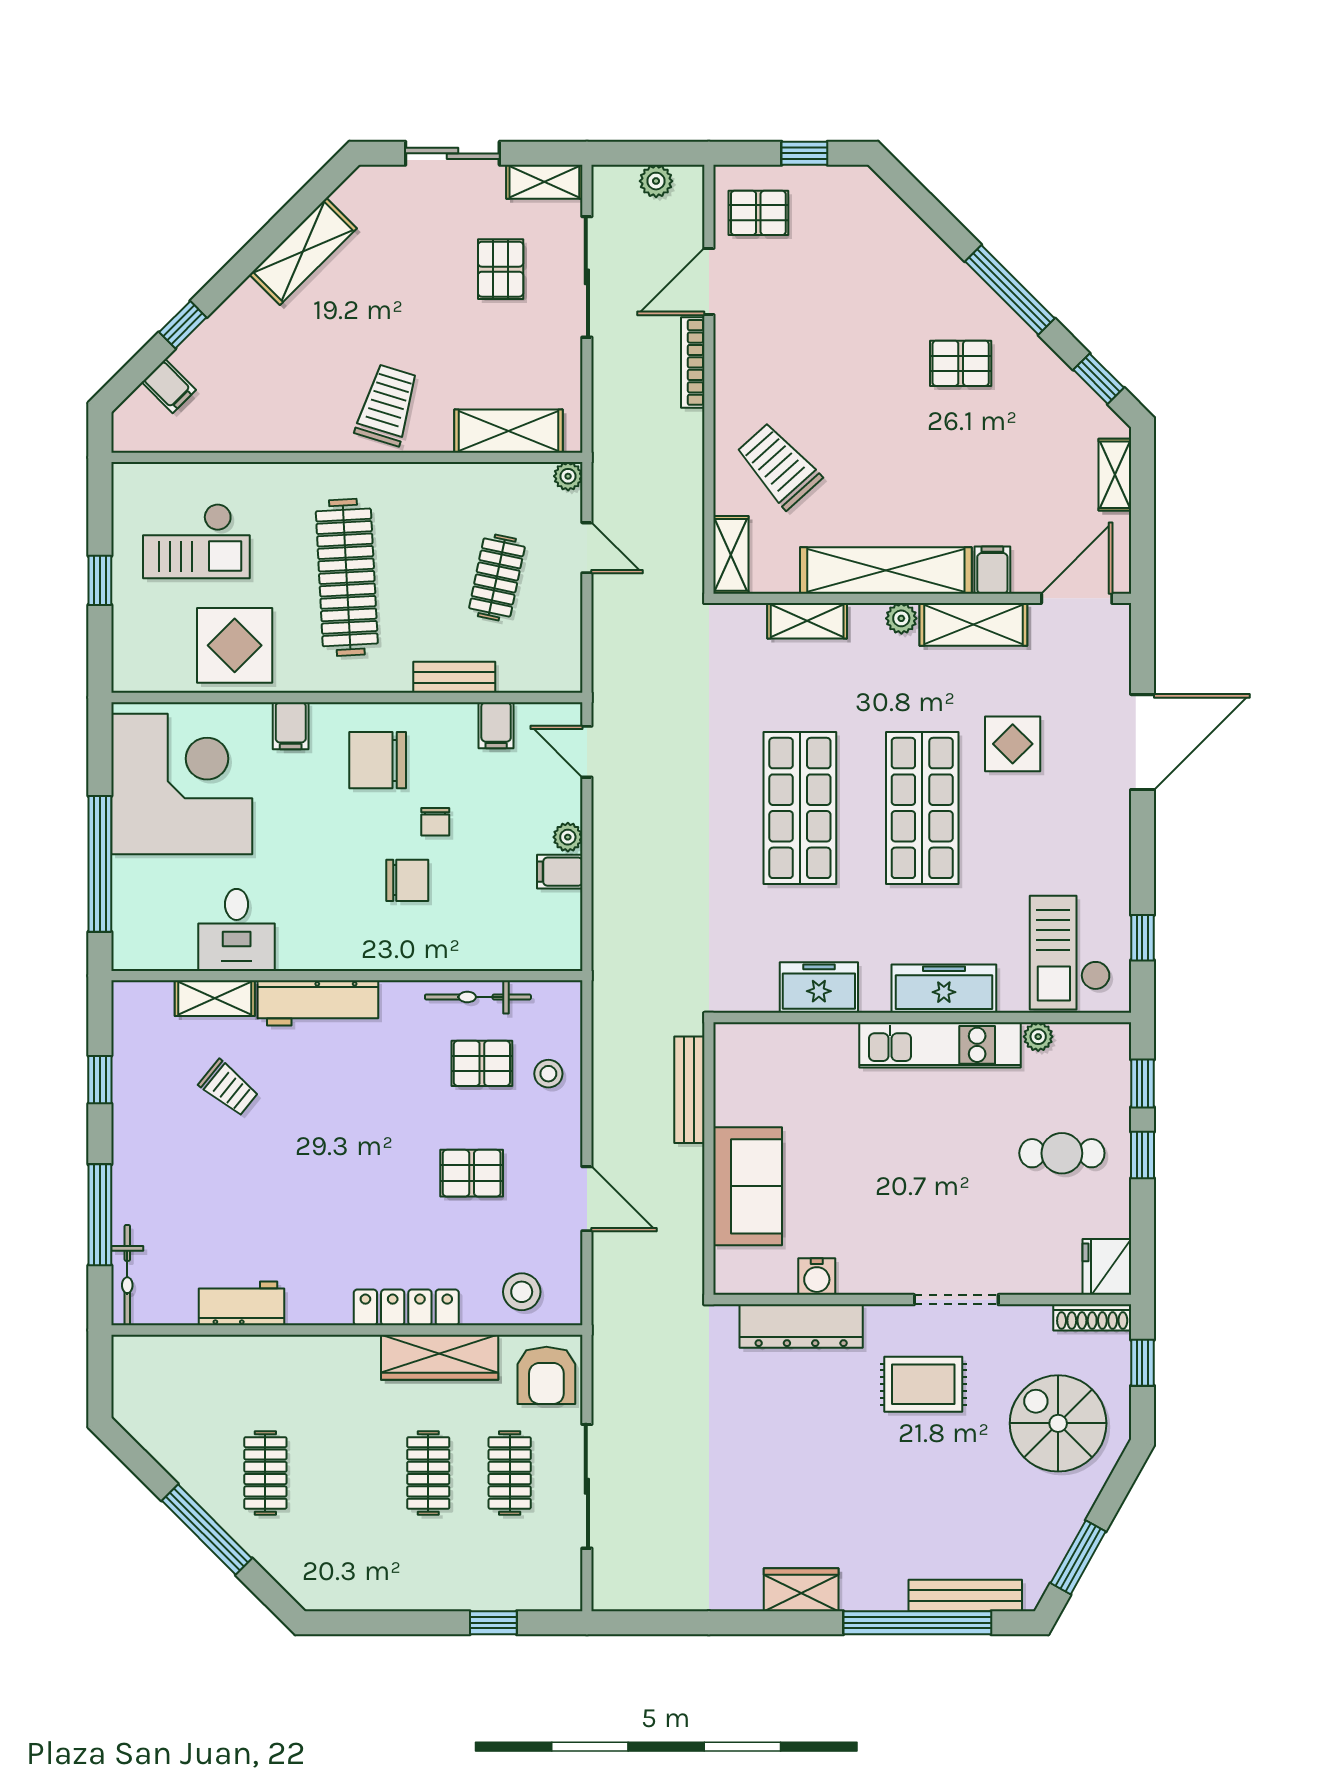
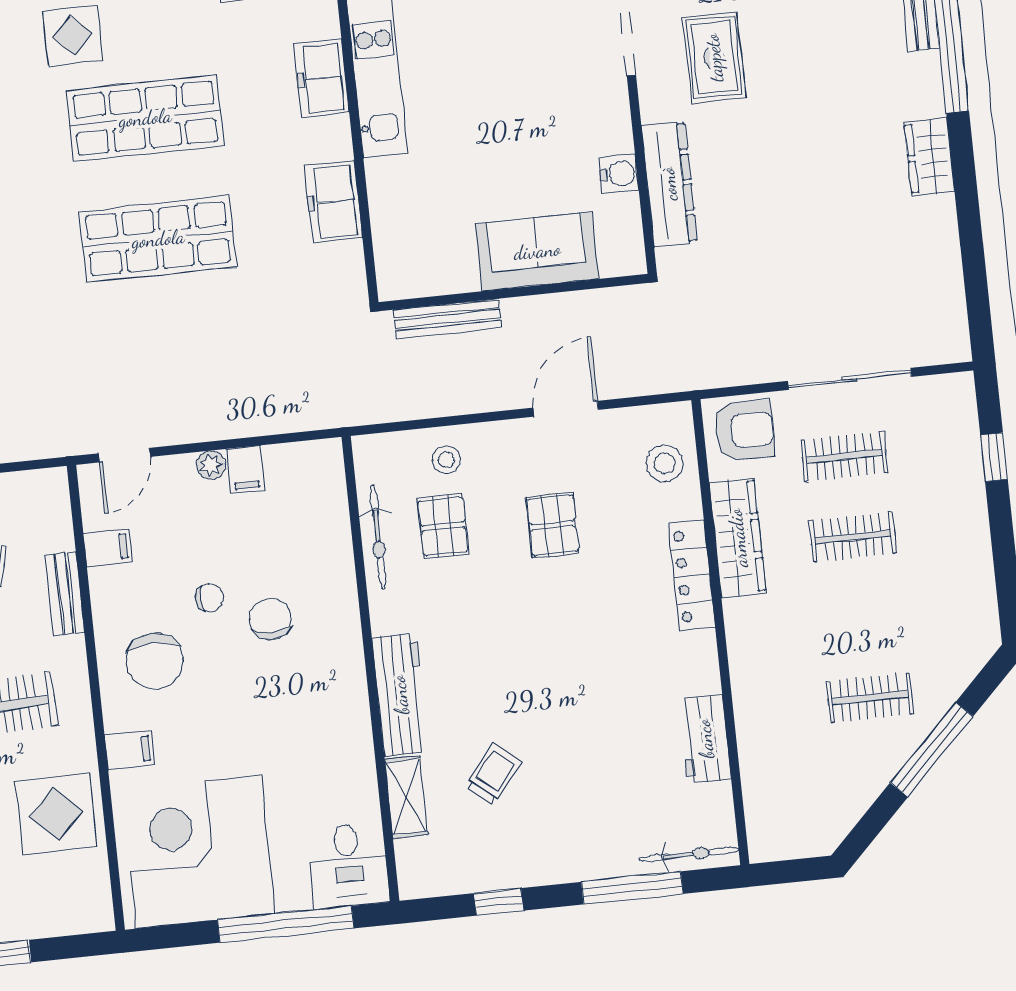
desk: (237, 930) -> (348, 865), moved, turned 90
freezer: (944, 989) -> (321, 78), width x0.71

